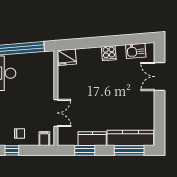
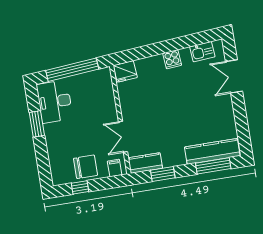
double door: (56, 113) -> (123, 137), swing flipped
chair: (20, 133) -> (86, 167), width x1.87, depth x1.87
kitchen counter: (92, 139) -> (145, 163), moved

